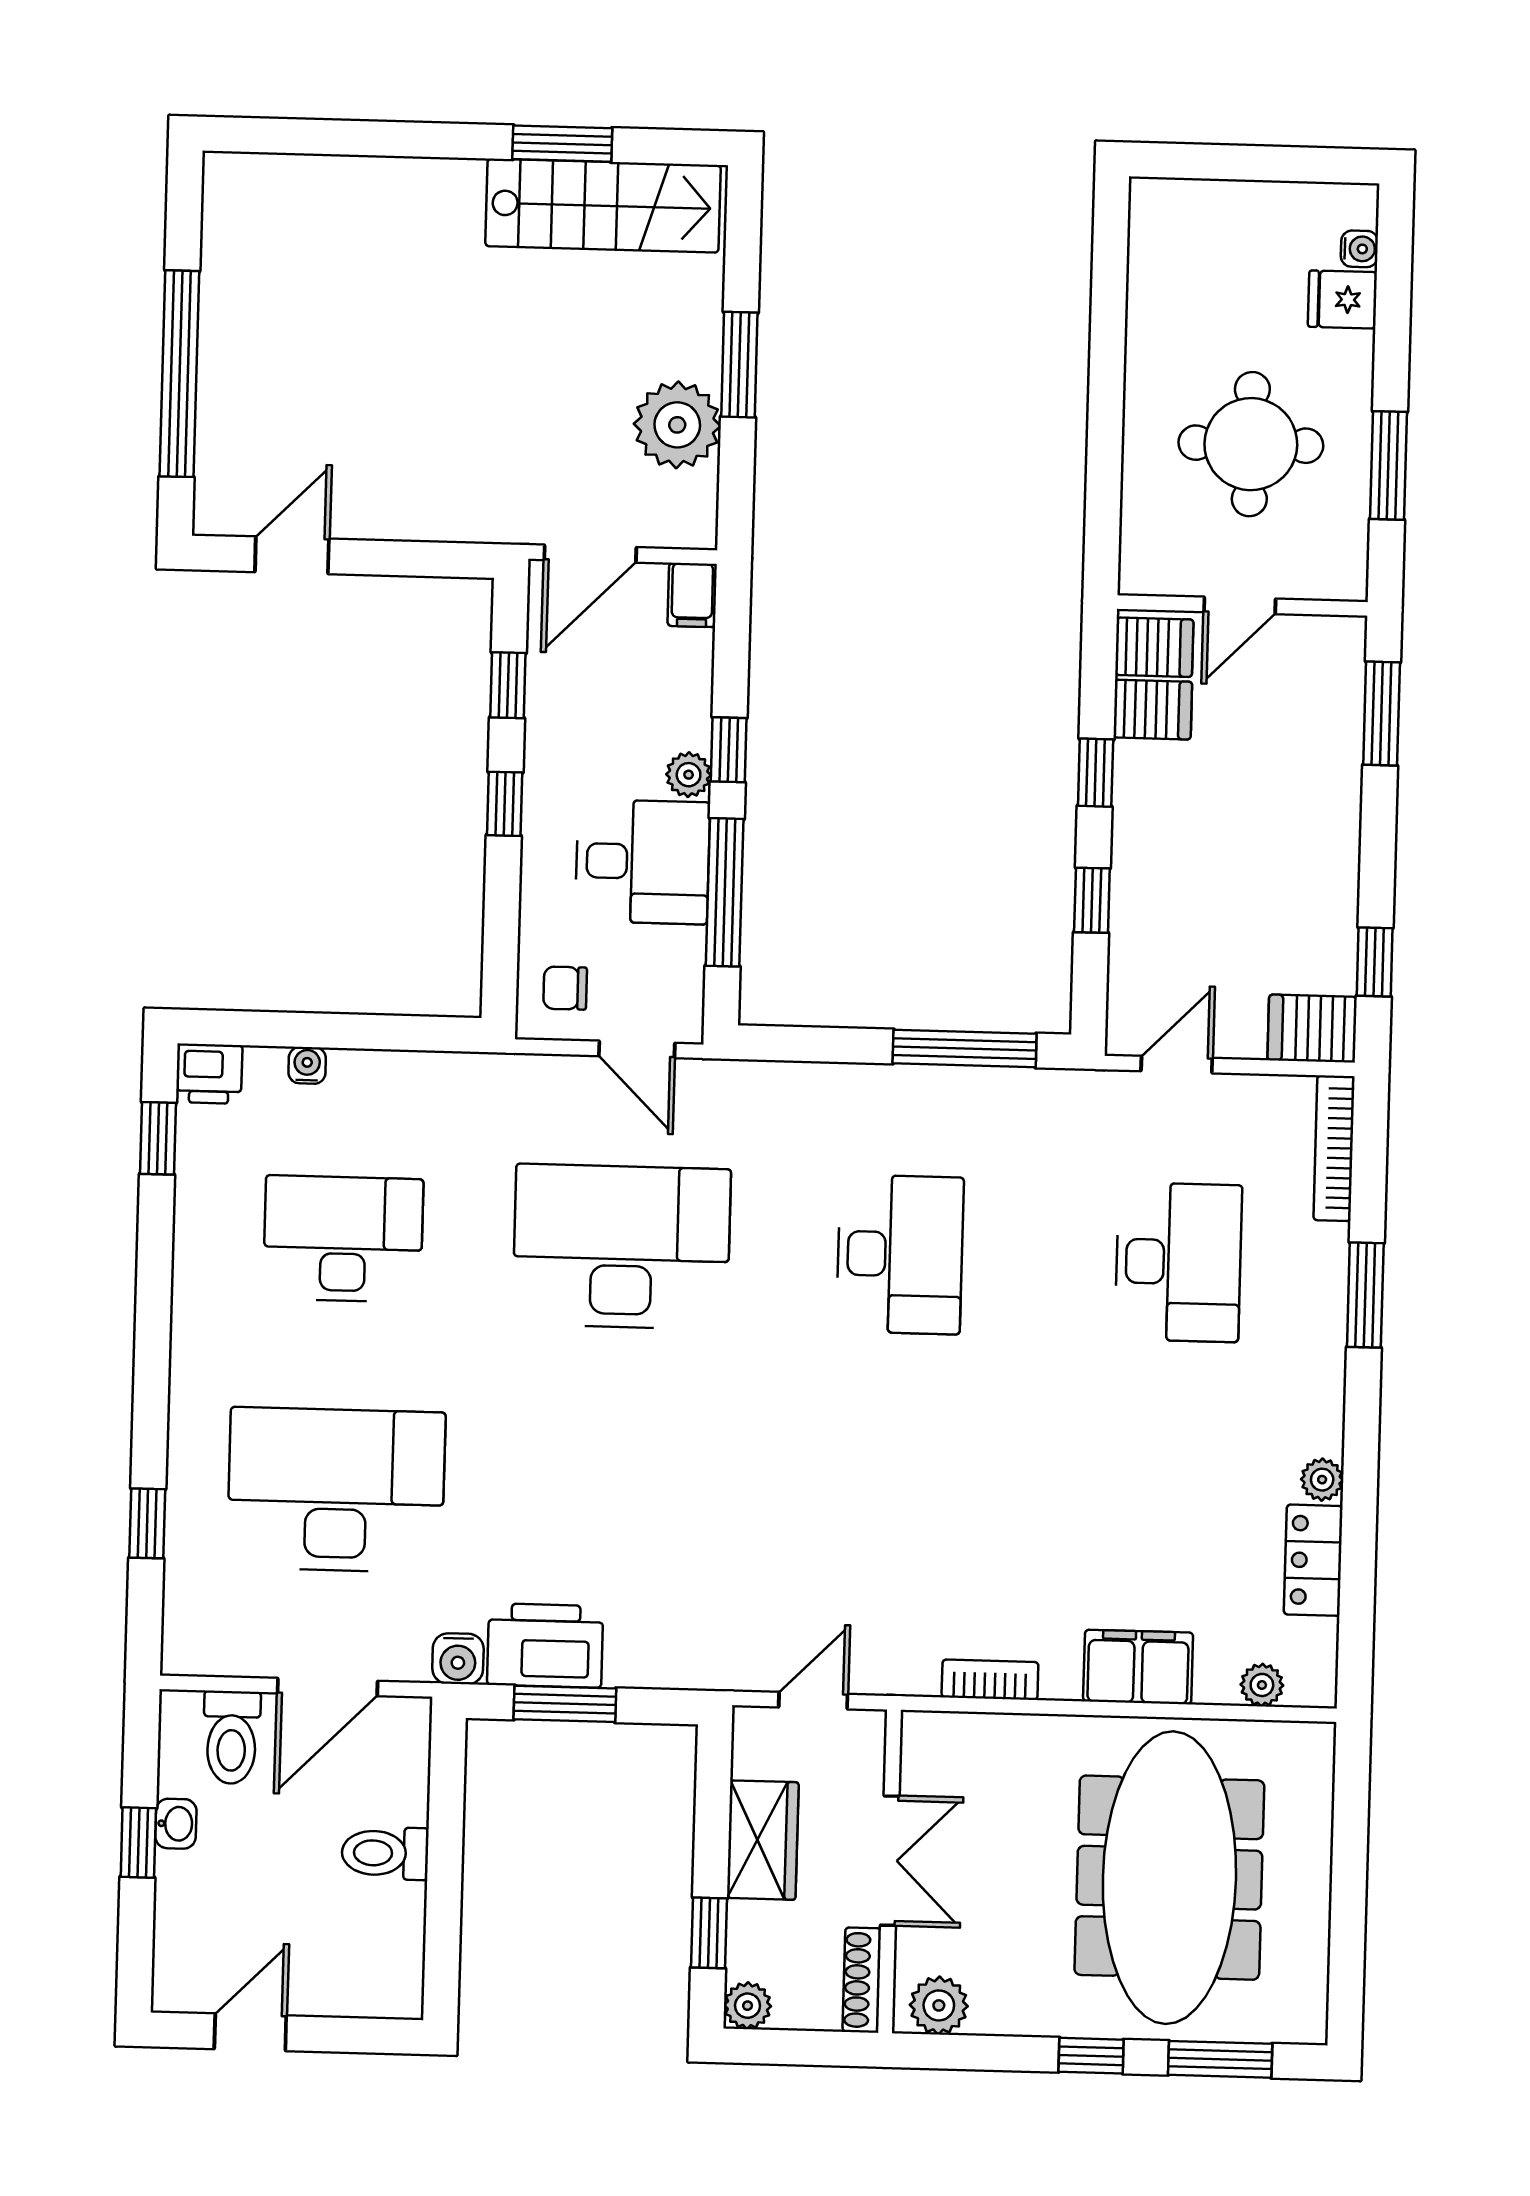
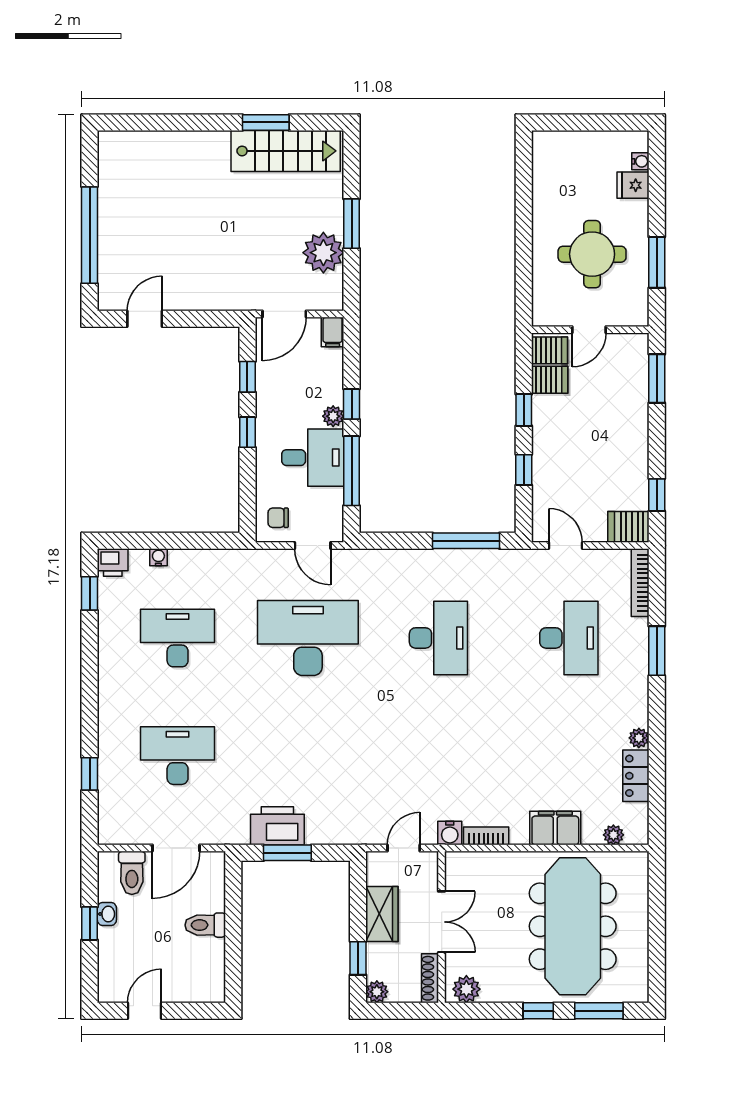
door: (1177, 1065) -> (565, 546), hinge flipped
desk: (336, 1490) -> (178, 756), width x0.73, depth x0.77
water cooler: (458, 1659) -> (450, 833), moved

